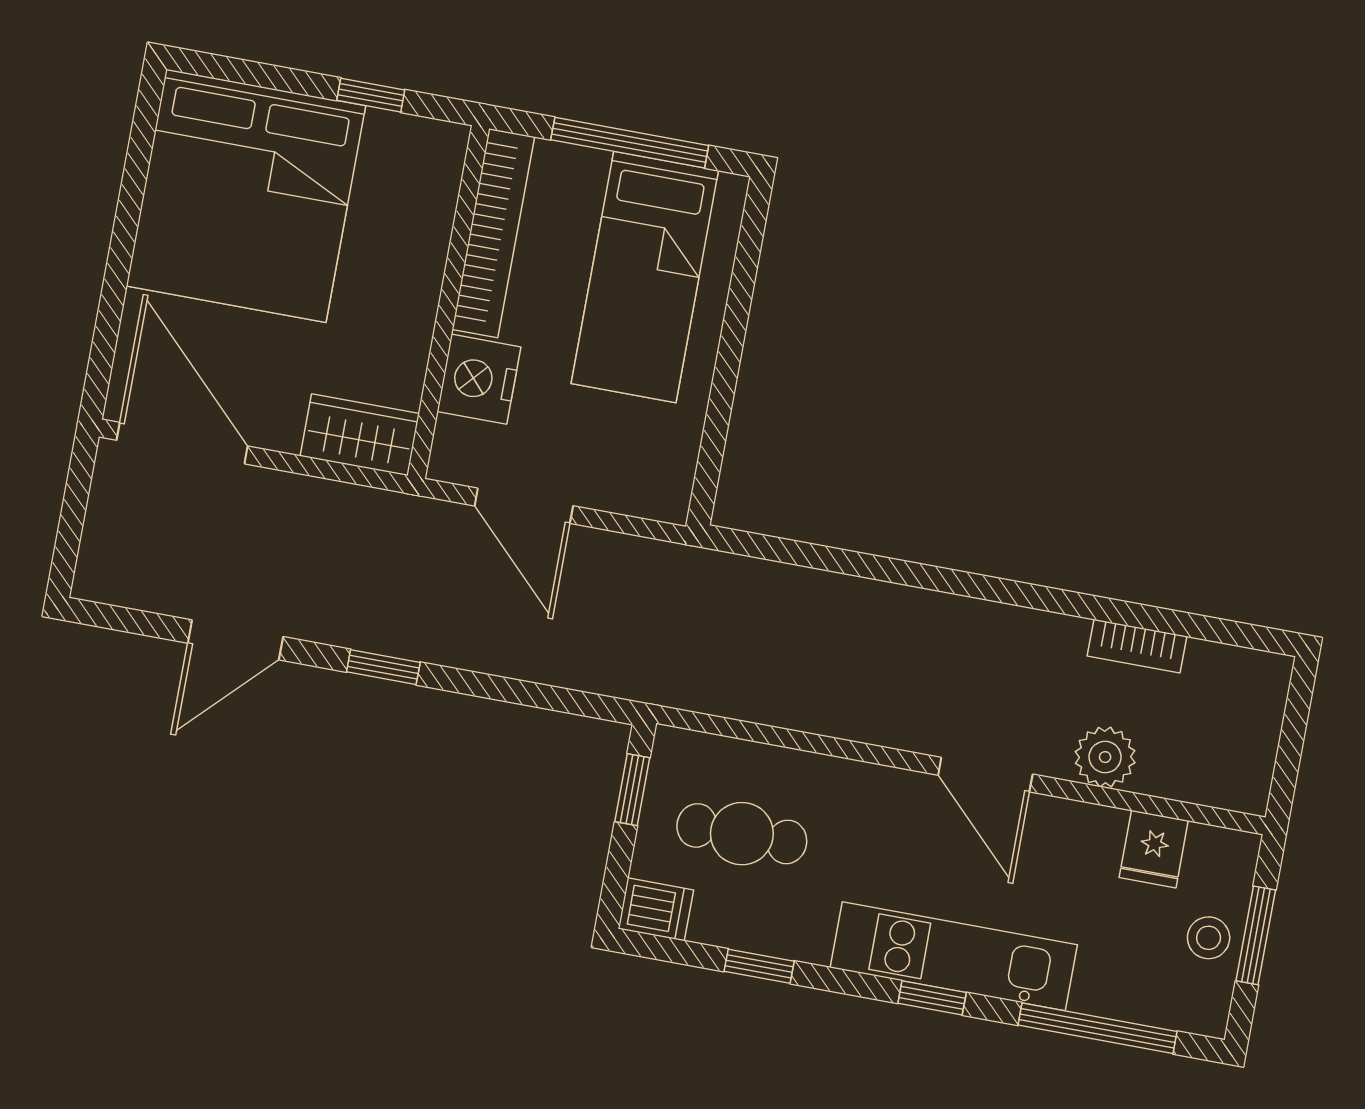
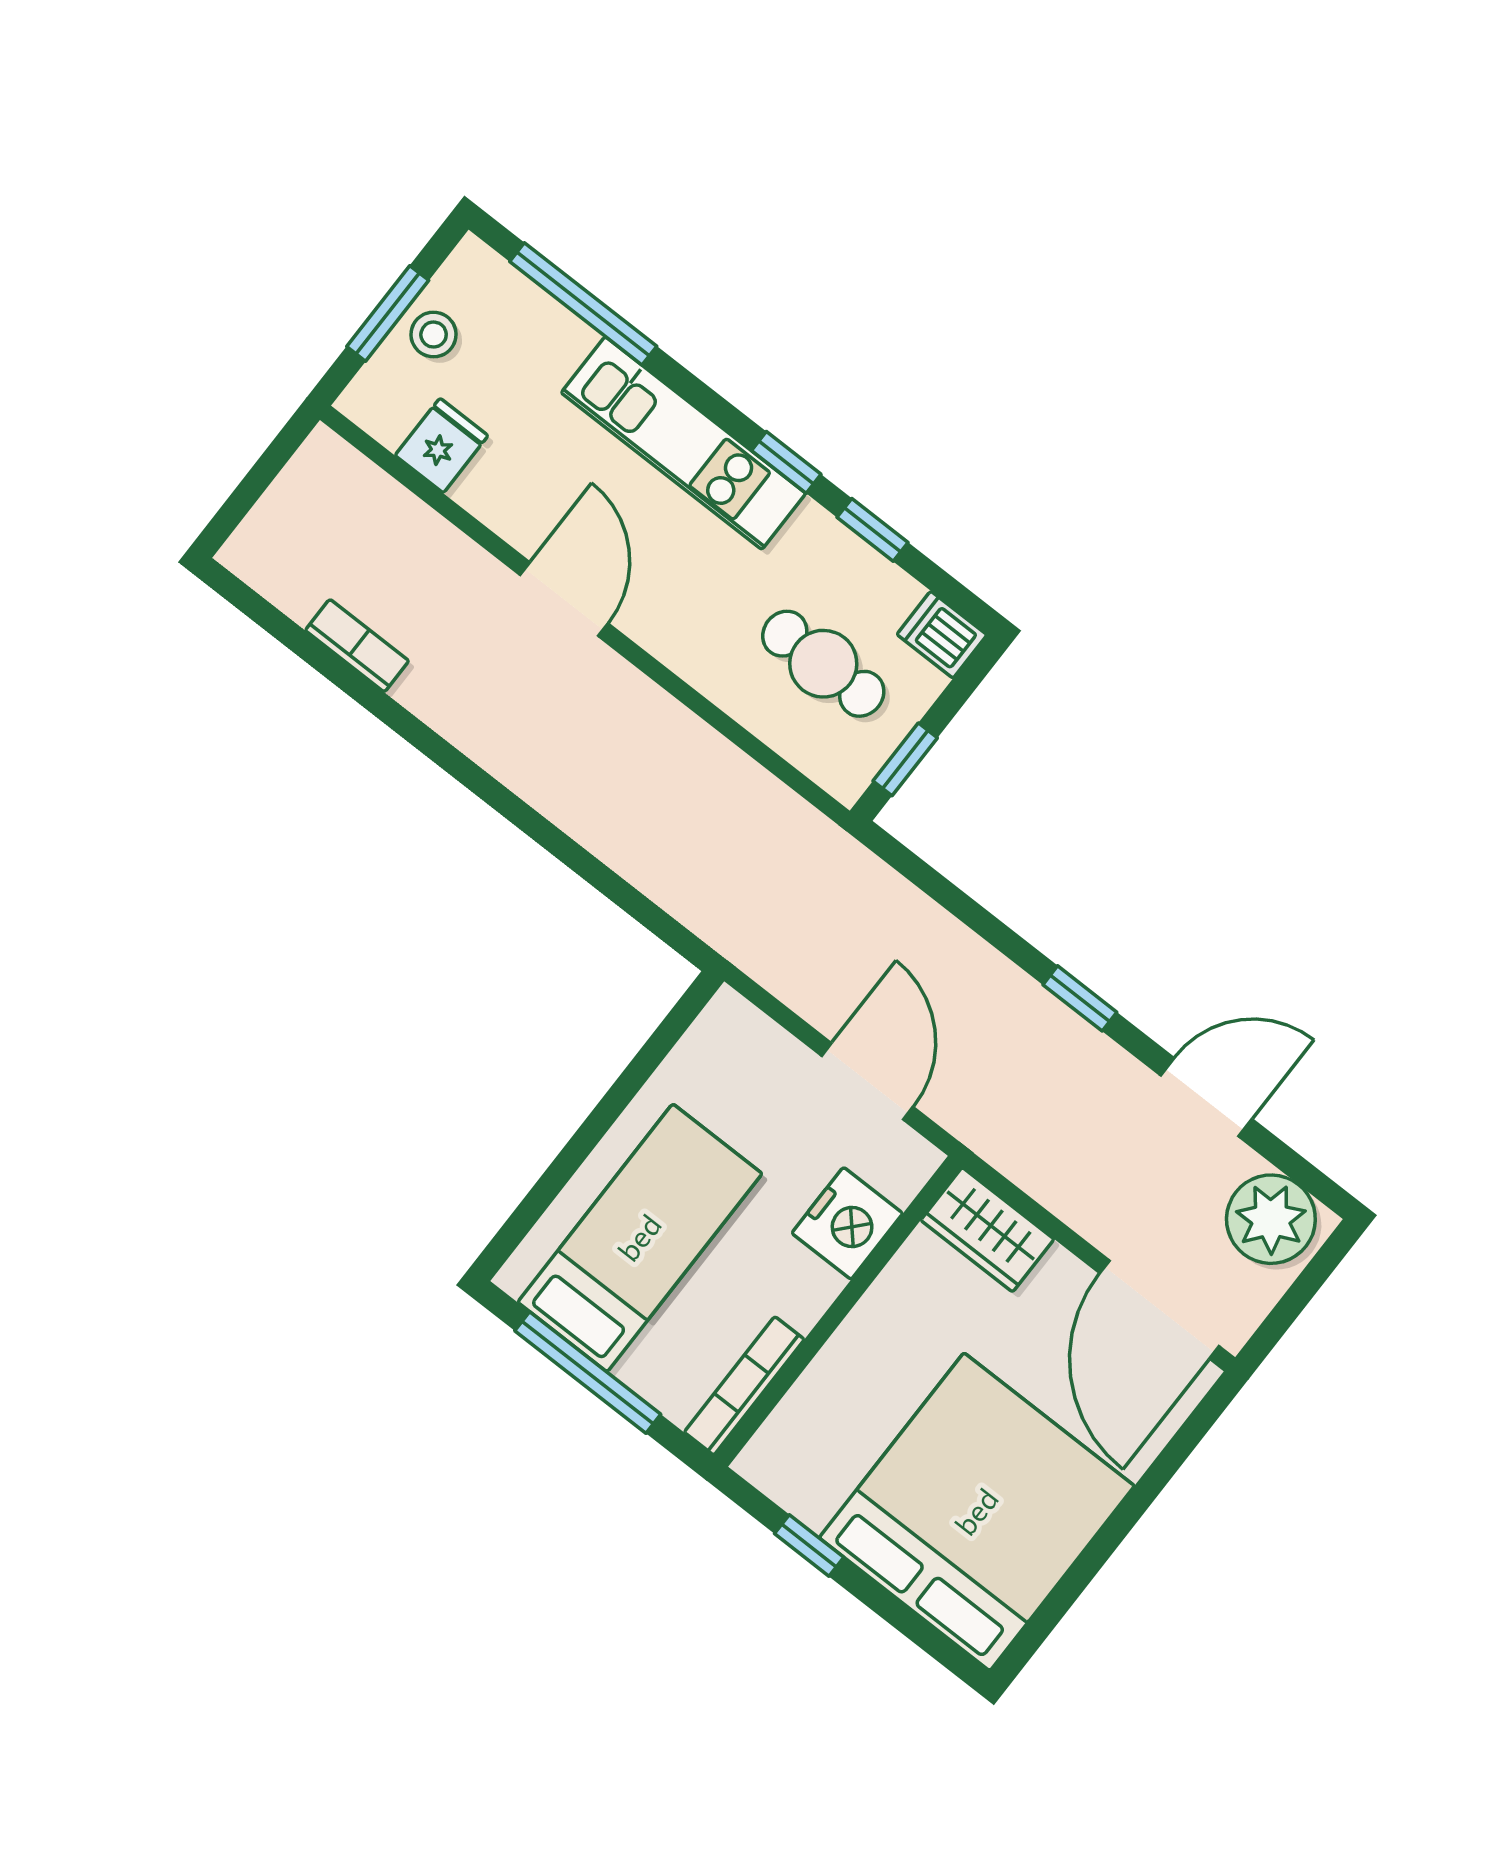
bookcase: (493, 233) -> (744, 1386), width x0.68, depth x0.76
plant: (1105, 757) -> (1271, 1219), moved, width x1.36, depth x1.36
window: (932, 998) -> (786, 462), moved

